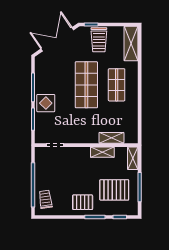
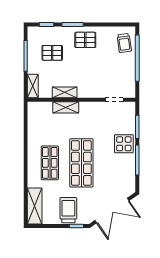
shelving: (111, 138) -> (66, 107), moved
pallet: (114, 190) -> (52, 53), width x0.67, depth x0.71

